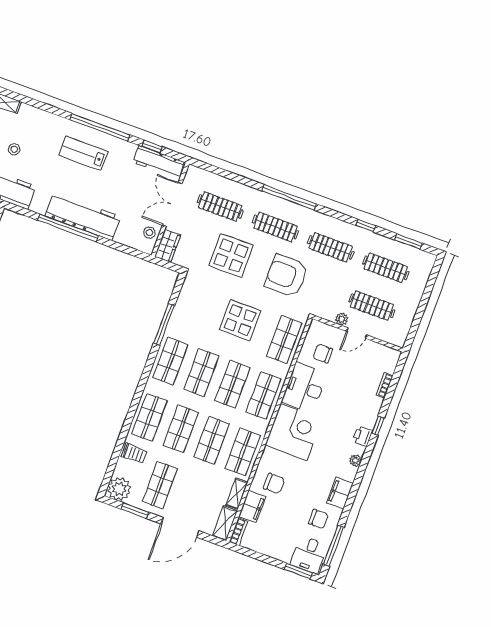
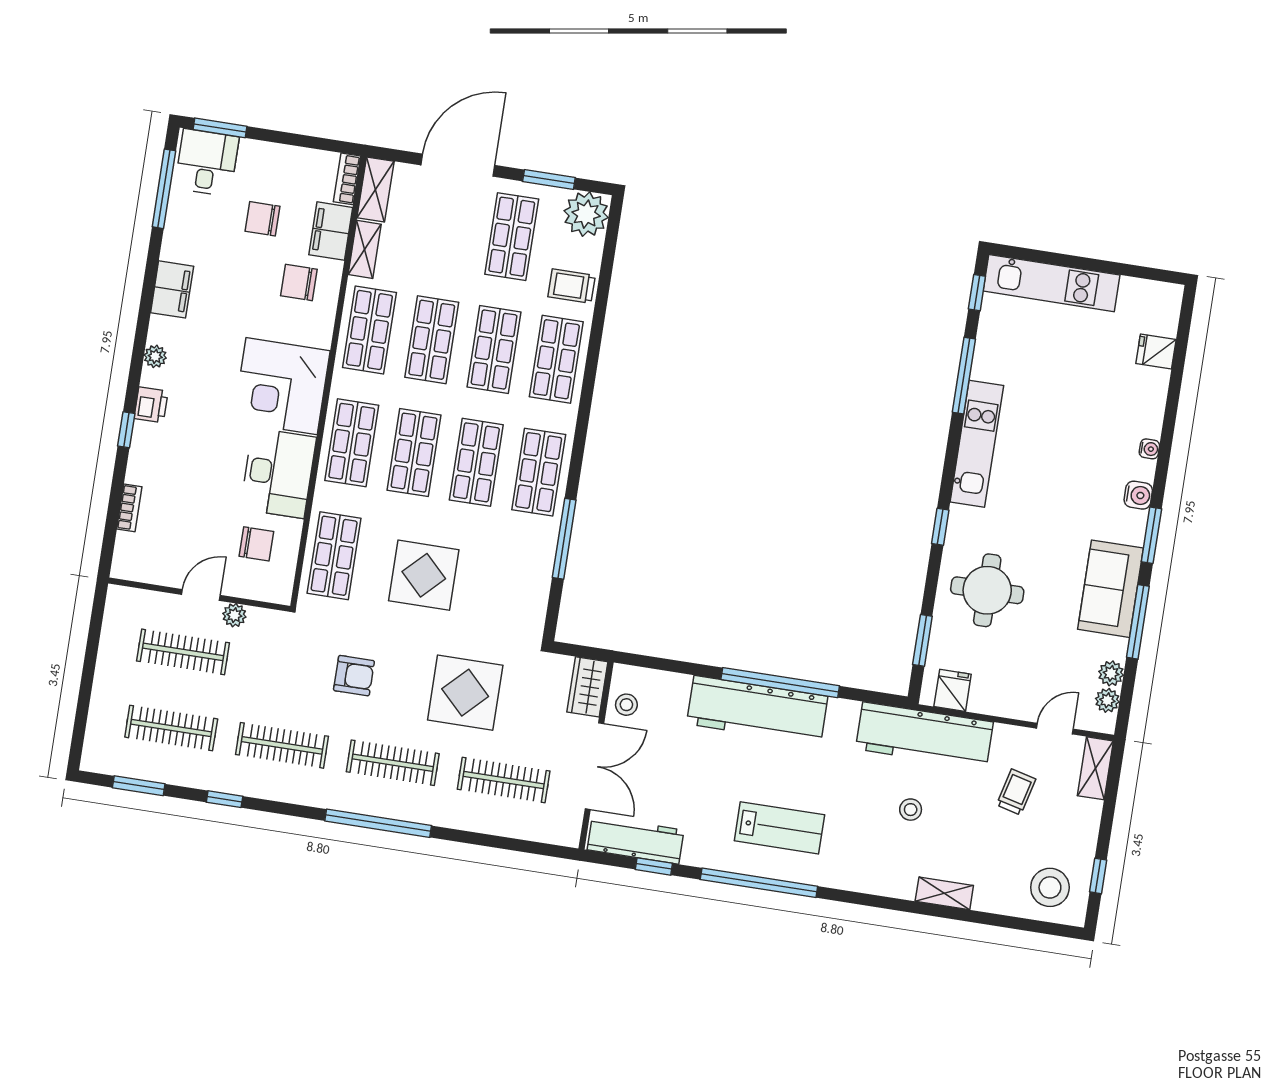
armchair: (286, 276) -> (354, 676), width x0.53, depth x0.53
chair: (318, 519) -> (263, 219), moved

